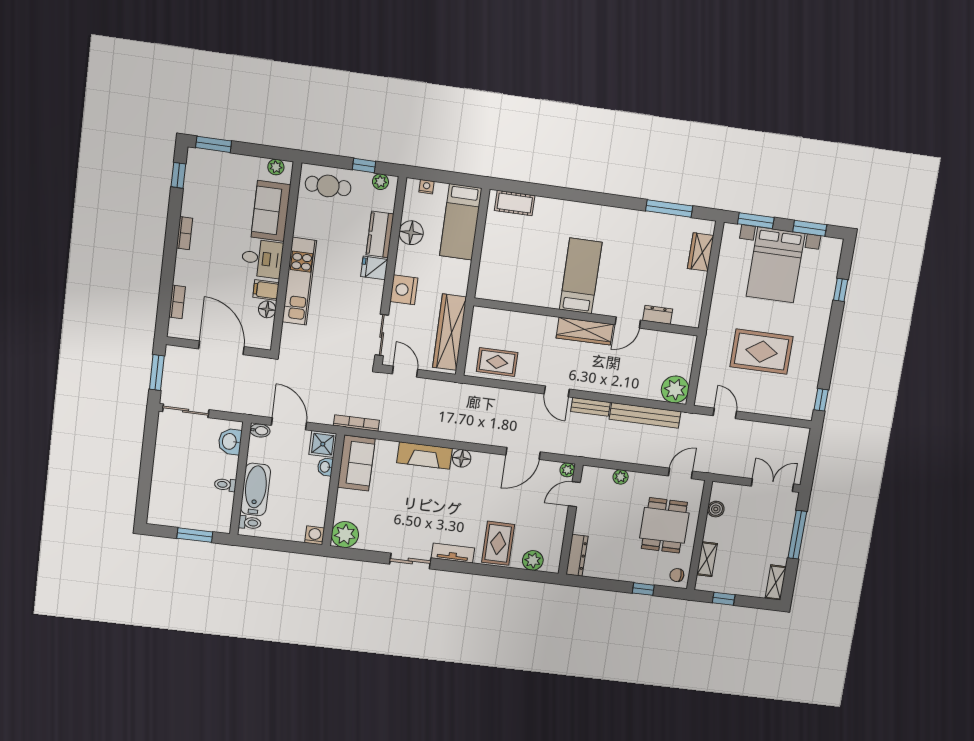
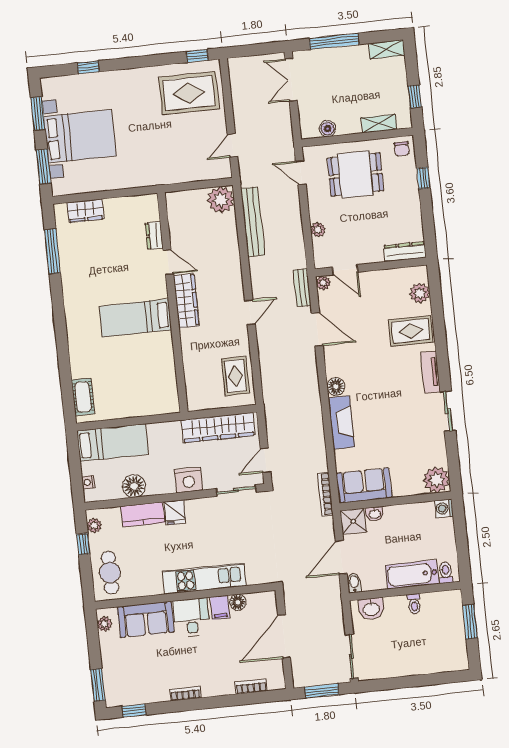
rug: (762, 352) -> (189, 93), moved, turned 90
bench: (591, 407) -> (302, 288), moved

